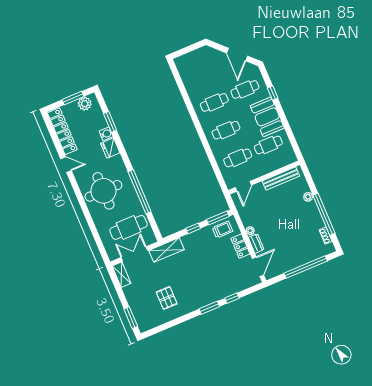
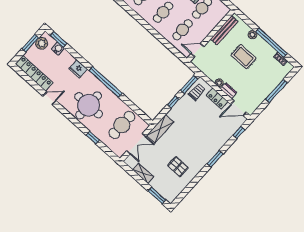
window: (110, 122) -> (59, 39), moved
water cooler: (106, 134) -> (58, 49), moved
door: (243, 186) -> (197, 50), swing flipped
window: (140, 192) -> (106, 82), moved
rug: (288, 215) -> (244, 57), added
window: (92, 226) -> (93, 138), added
double door: (134, 254) -> (136, 144), swing flipped
door: (258, 267) -> (239, 108), swing flipped
window: (306, 267) -> (276, 91), width x0.68
shelving: (121, 275) -> (143, 173), moved
window: (232, 298) -> (239, 132), moved

